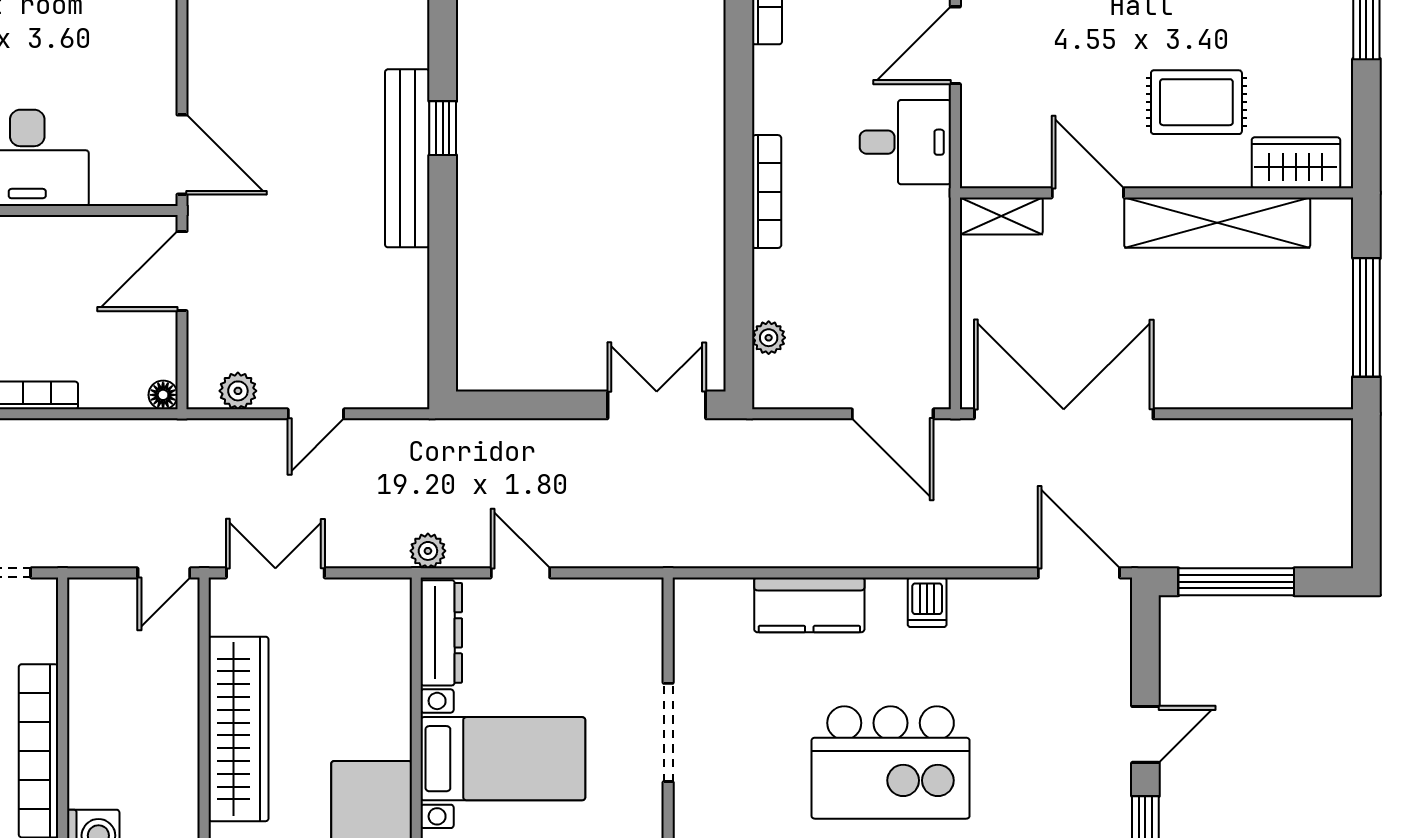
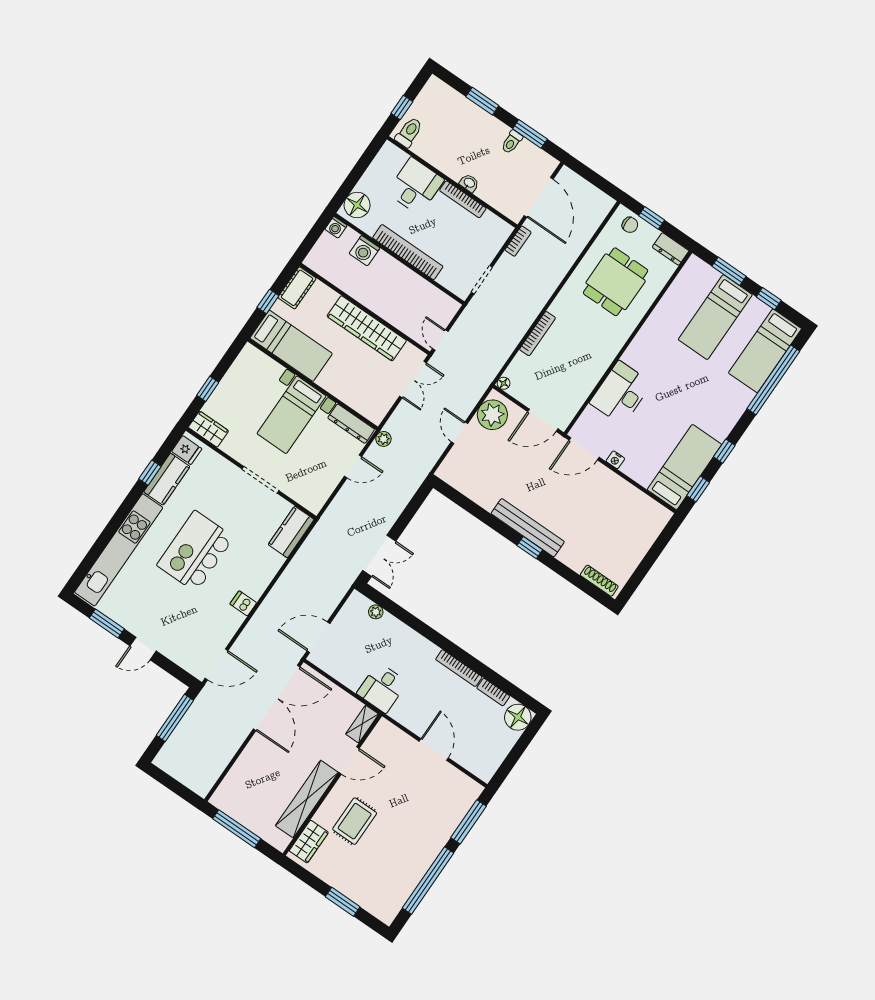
nightstand: (162, 80) -> (615, 460), added
desk: (905, 142) -> (382, 688), moved
bookcase: (767, 192) -> (459, 668), moved
door: (182, 271) -> (543, 420), swing flipped
plant: (238, 391) -> (492, 415), width x1.88, depth x1.88
kitchen counter: (809, 605) -> (291, 532), moved
door: (1145, 734) -> (143, 648), hinge flipped

